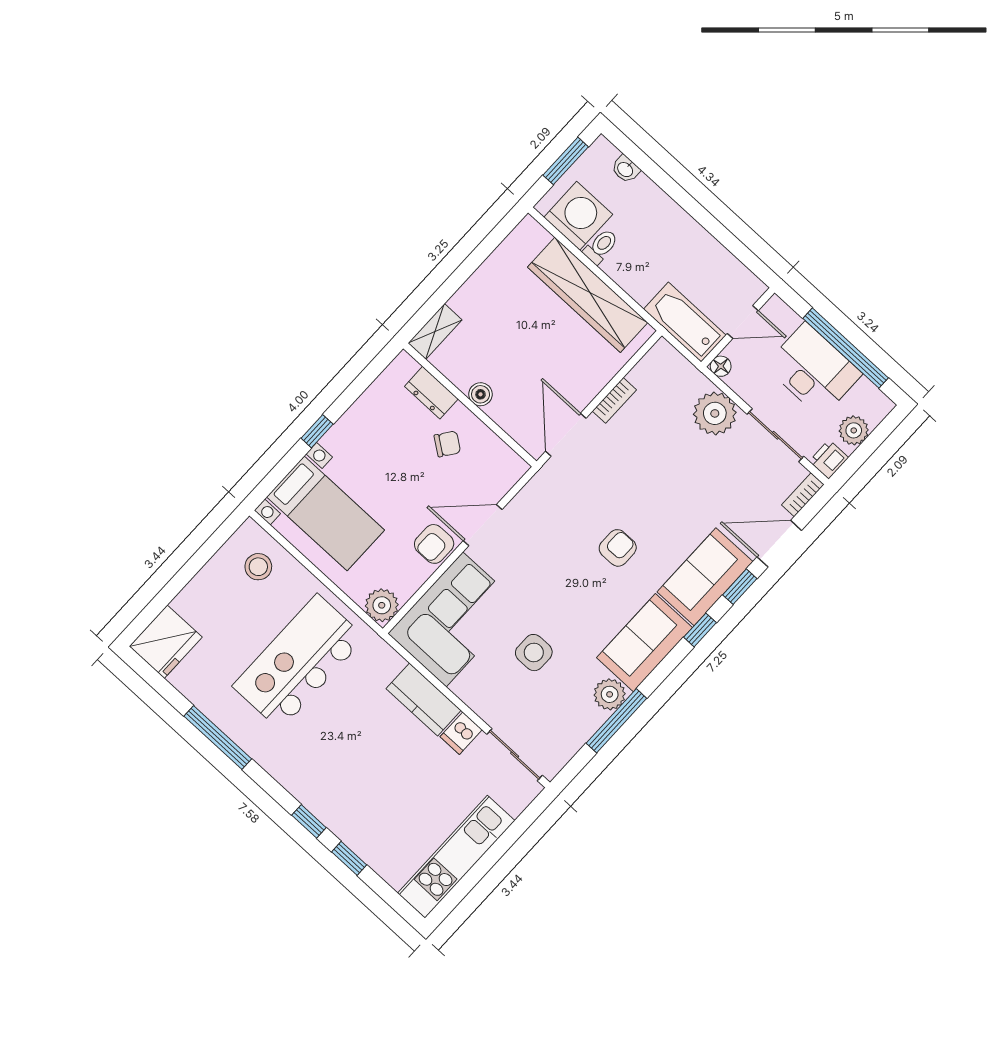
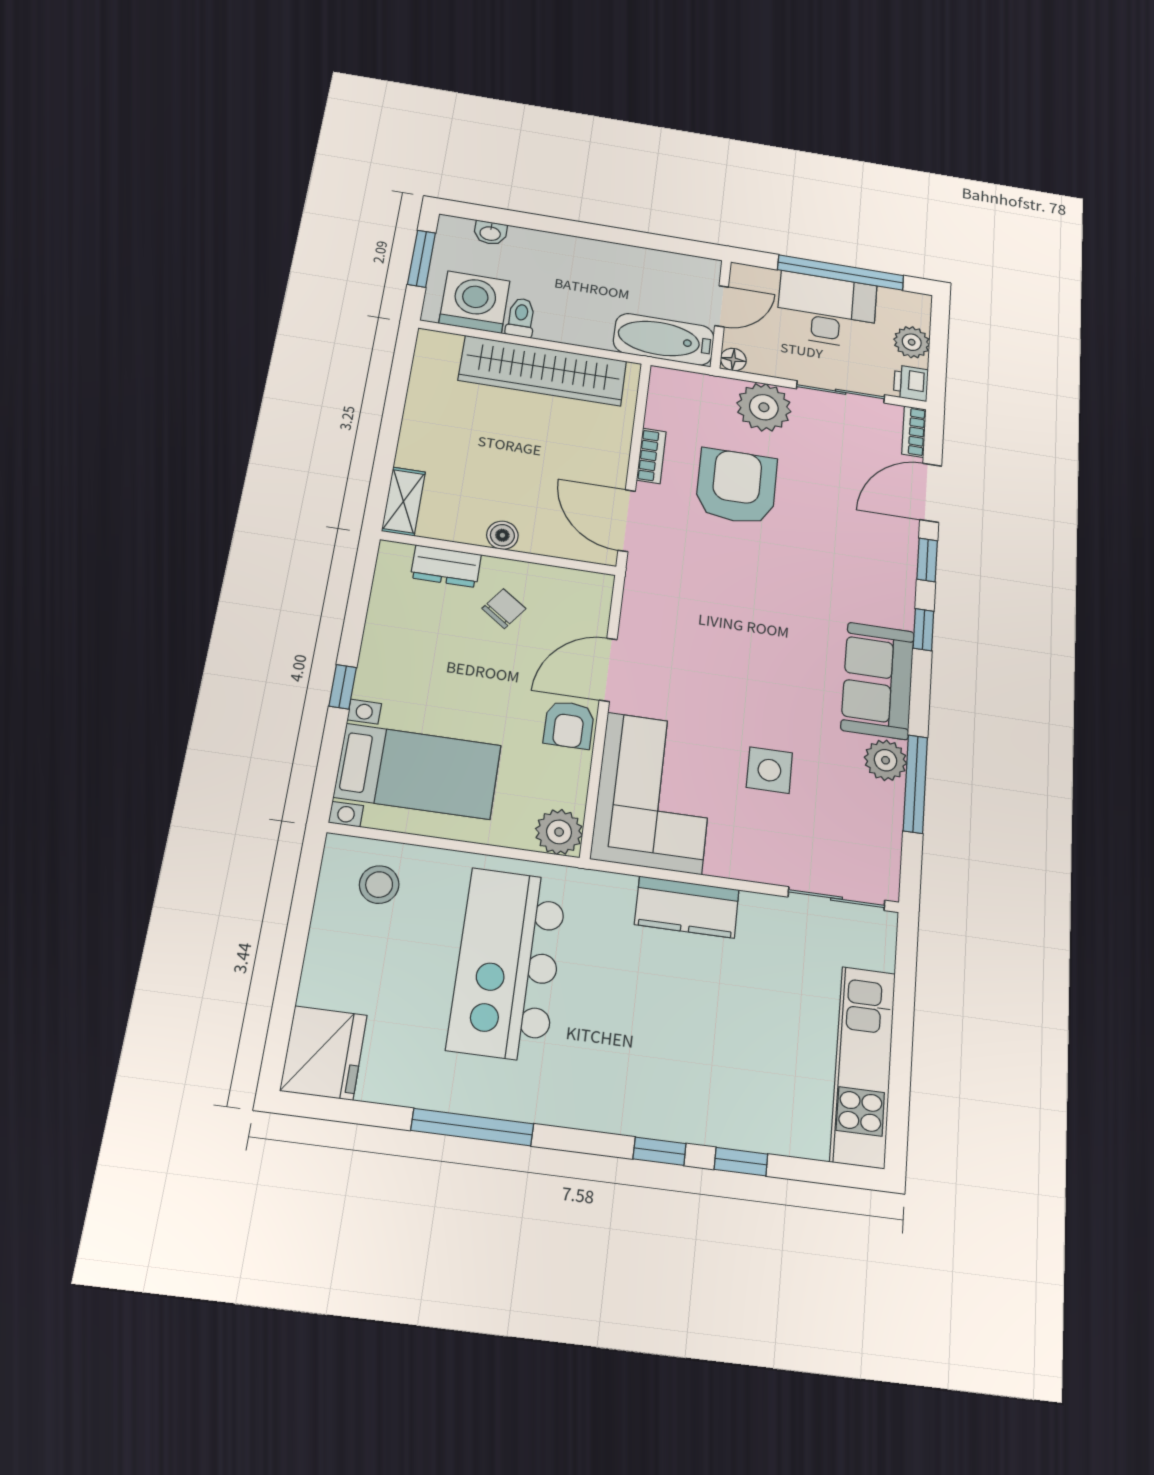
armchair: (618, 548) -> (736, 486), moved, width x1.88, depth x1.88
sofa: (705, 577) -> (884, 572), removed
dishwasher: (461, 733) -> (758, 916), removed

